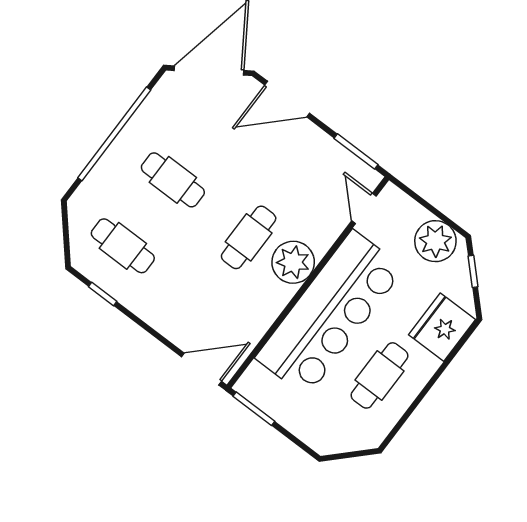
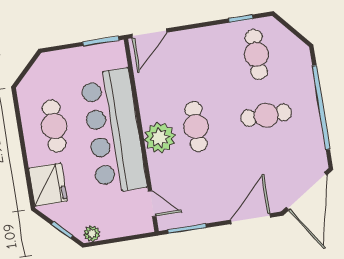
plant: (435, 241) -> (92, 234), width x0.53, depth x0.53
cafe table: (123, 246) -> (256, 54), turned 90

